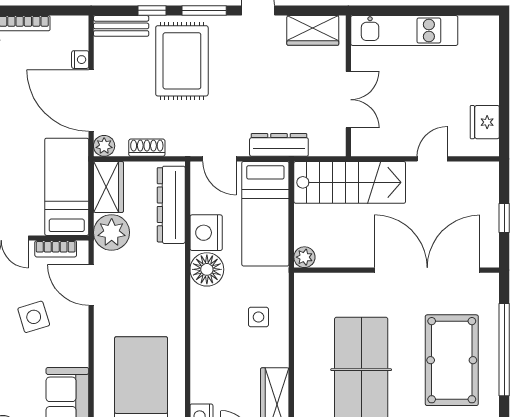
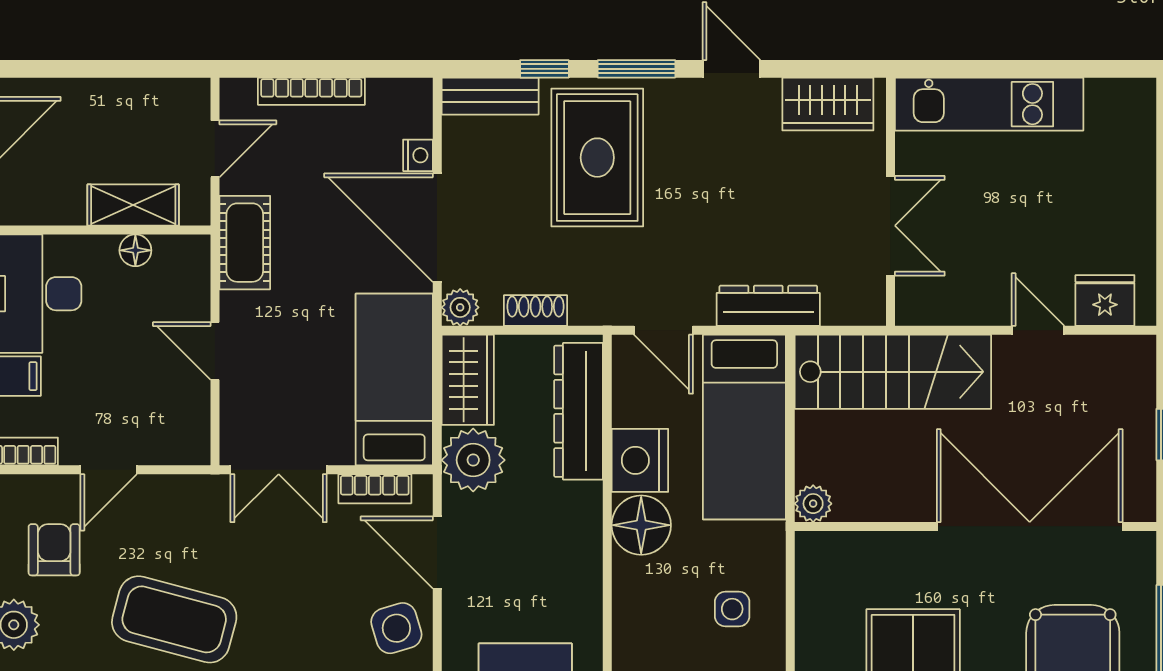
fridge: (485, 122) -> (1105, 301), moved, turned 90
door: (432, 159) -> (1038, 330), hinge flipped
side table: (34, 317) -> (396, 628), moved

